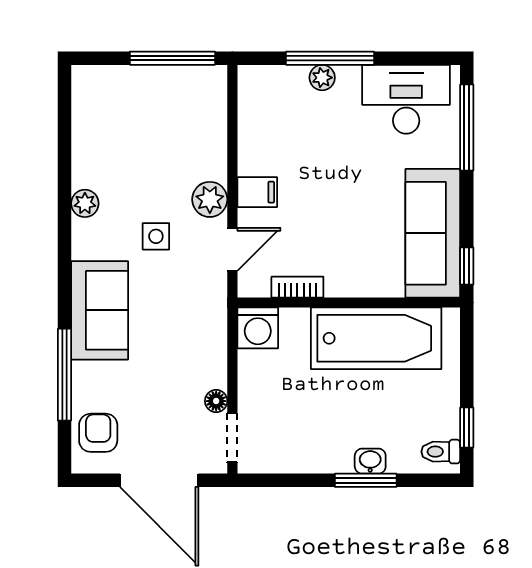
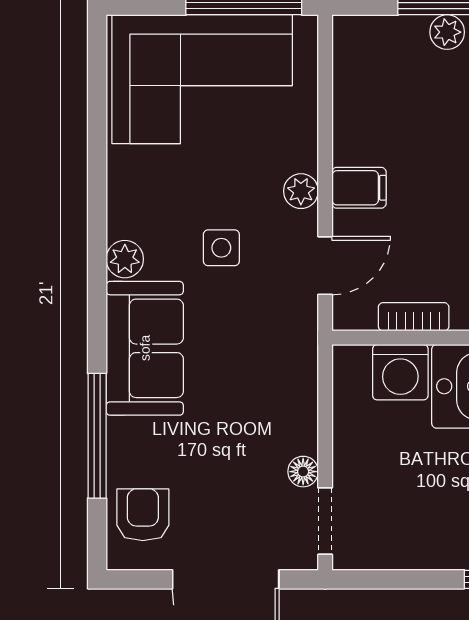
corner sofa: (142, 112) -> (202, 79), added
plant: (210, 199) -> (301, 191), width x0.73, depth x0.73
plant: (85, 203) -> (125, 259), moved
washing machine: (258, 328) -> (400, 372), moved

